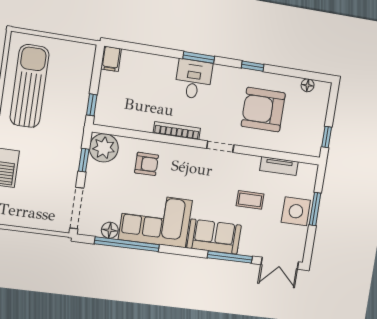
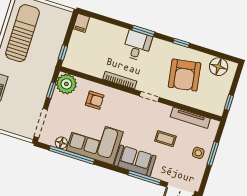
floor lamp: (308, 85) -> (219, 67), width x1.89, depth x1.89
armchair: (263, 110) -> (185, 75), turned -99
tv unit: (279, 166) -> (190, 118), width x1.41
side table: (296, 211) -> (198, 153), width x0.54, depth x0.54

